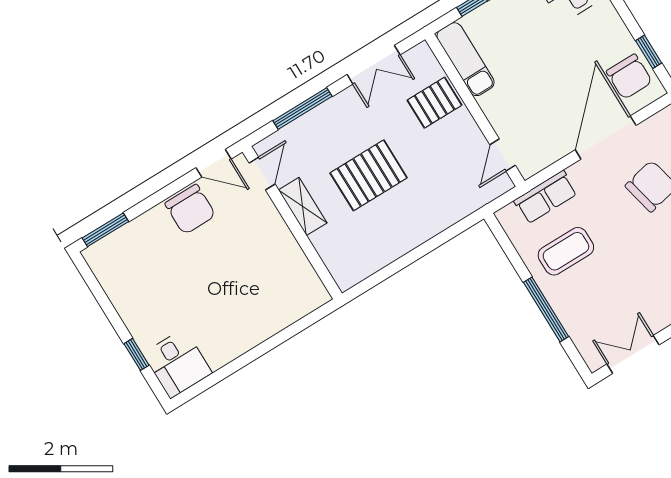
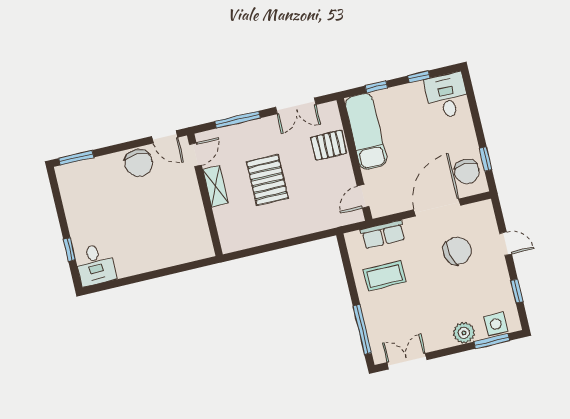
exam couch: (465, 59) -> (366, 131), width x1.36, depth x1.45
pallet: (369, 175) -> (267, 180), turned 90
window: (546, 309) -> (362, 330), moved

